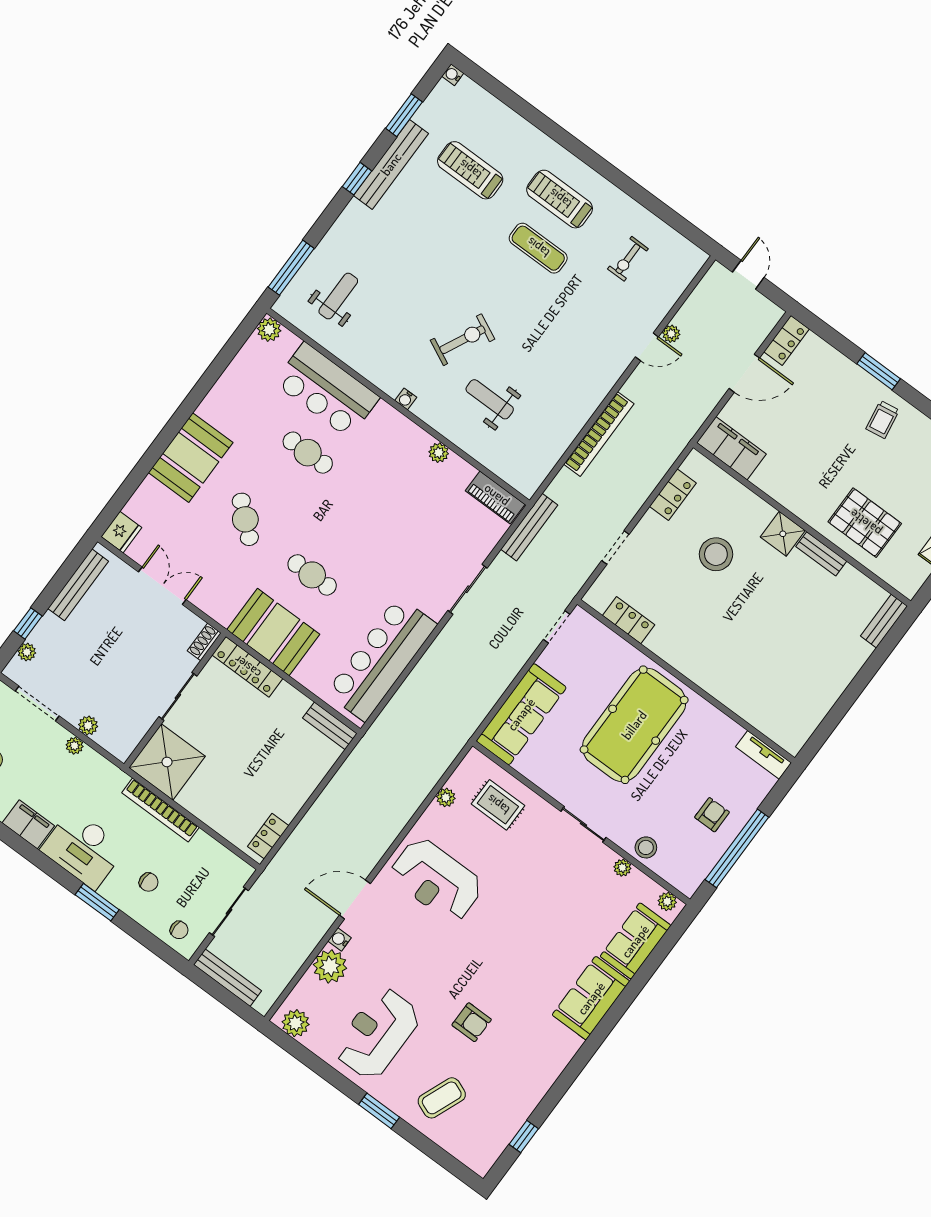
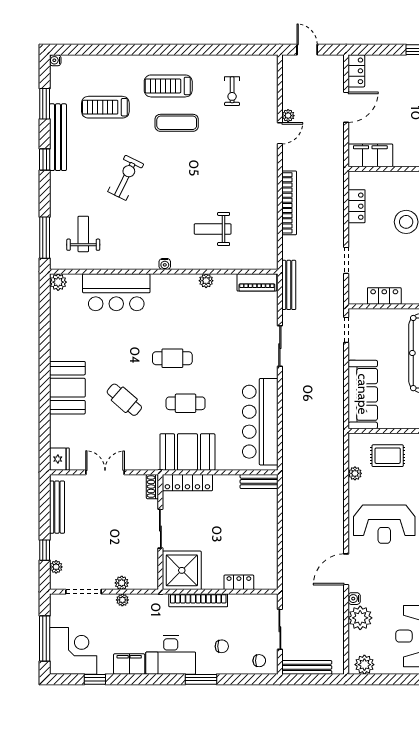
exercise bike: (463, 340) -> (126, 178), moved
cafe table: (308, 453) -> (172, 358), moved
locker: (268, 836) -> (239, 582), moved, turned 90

